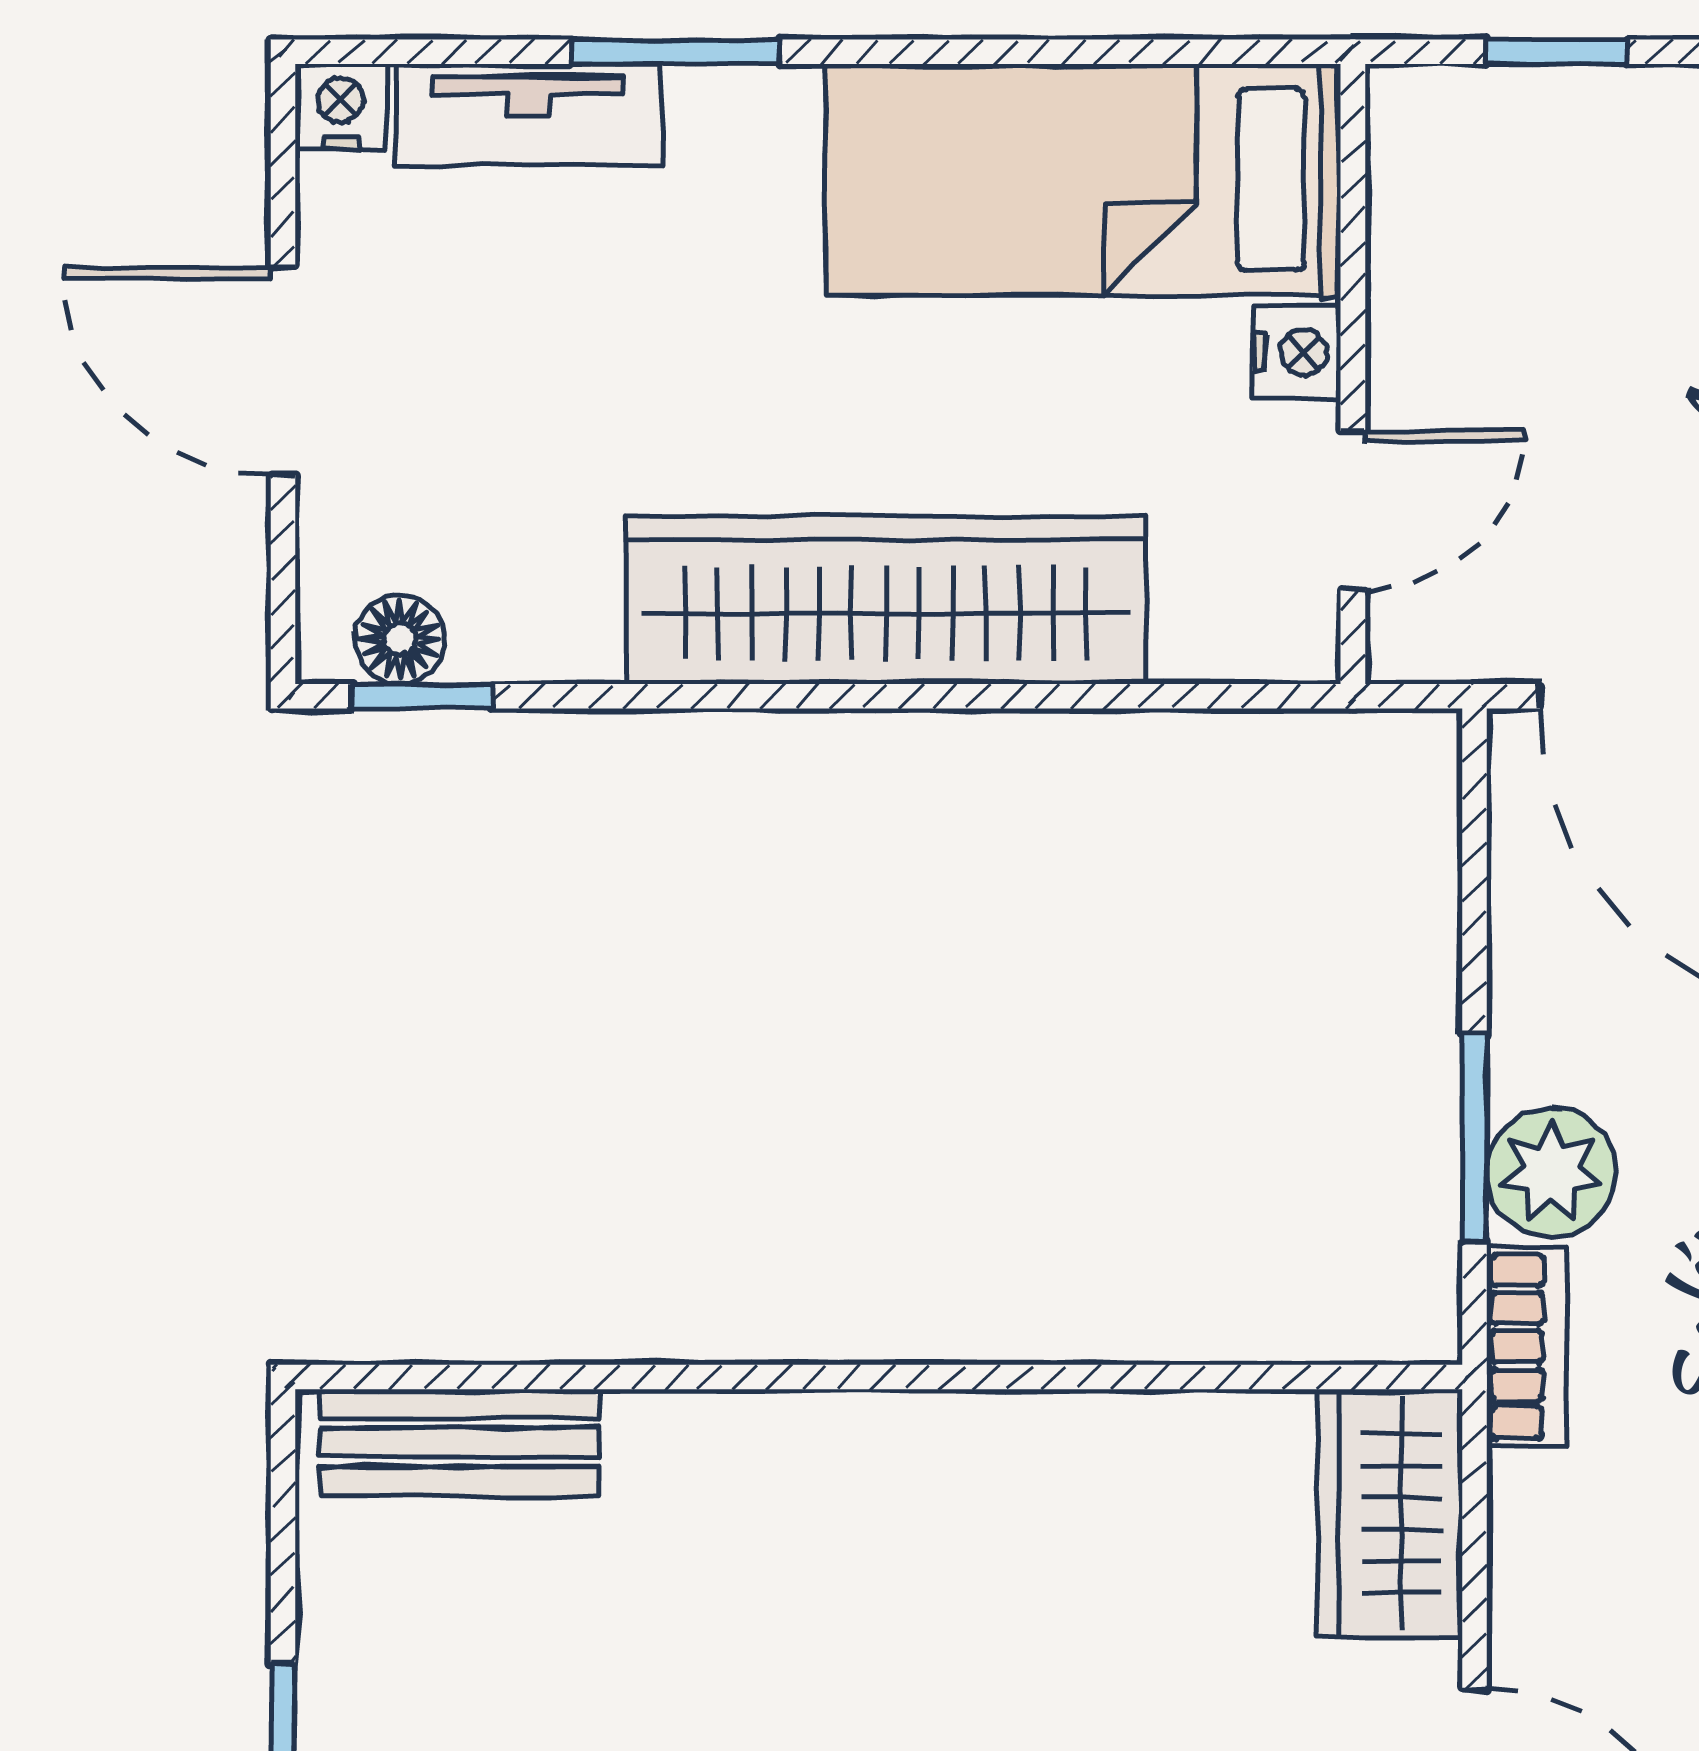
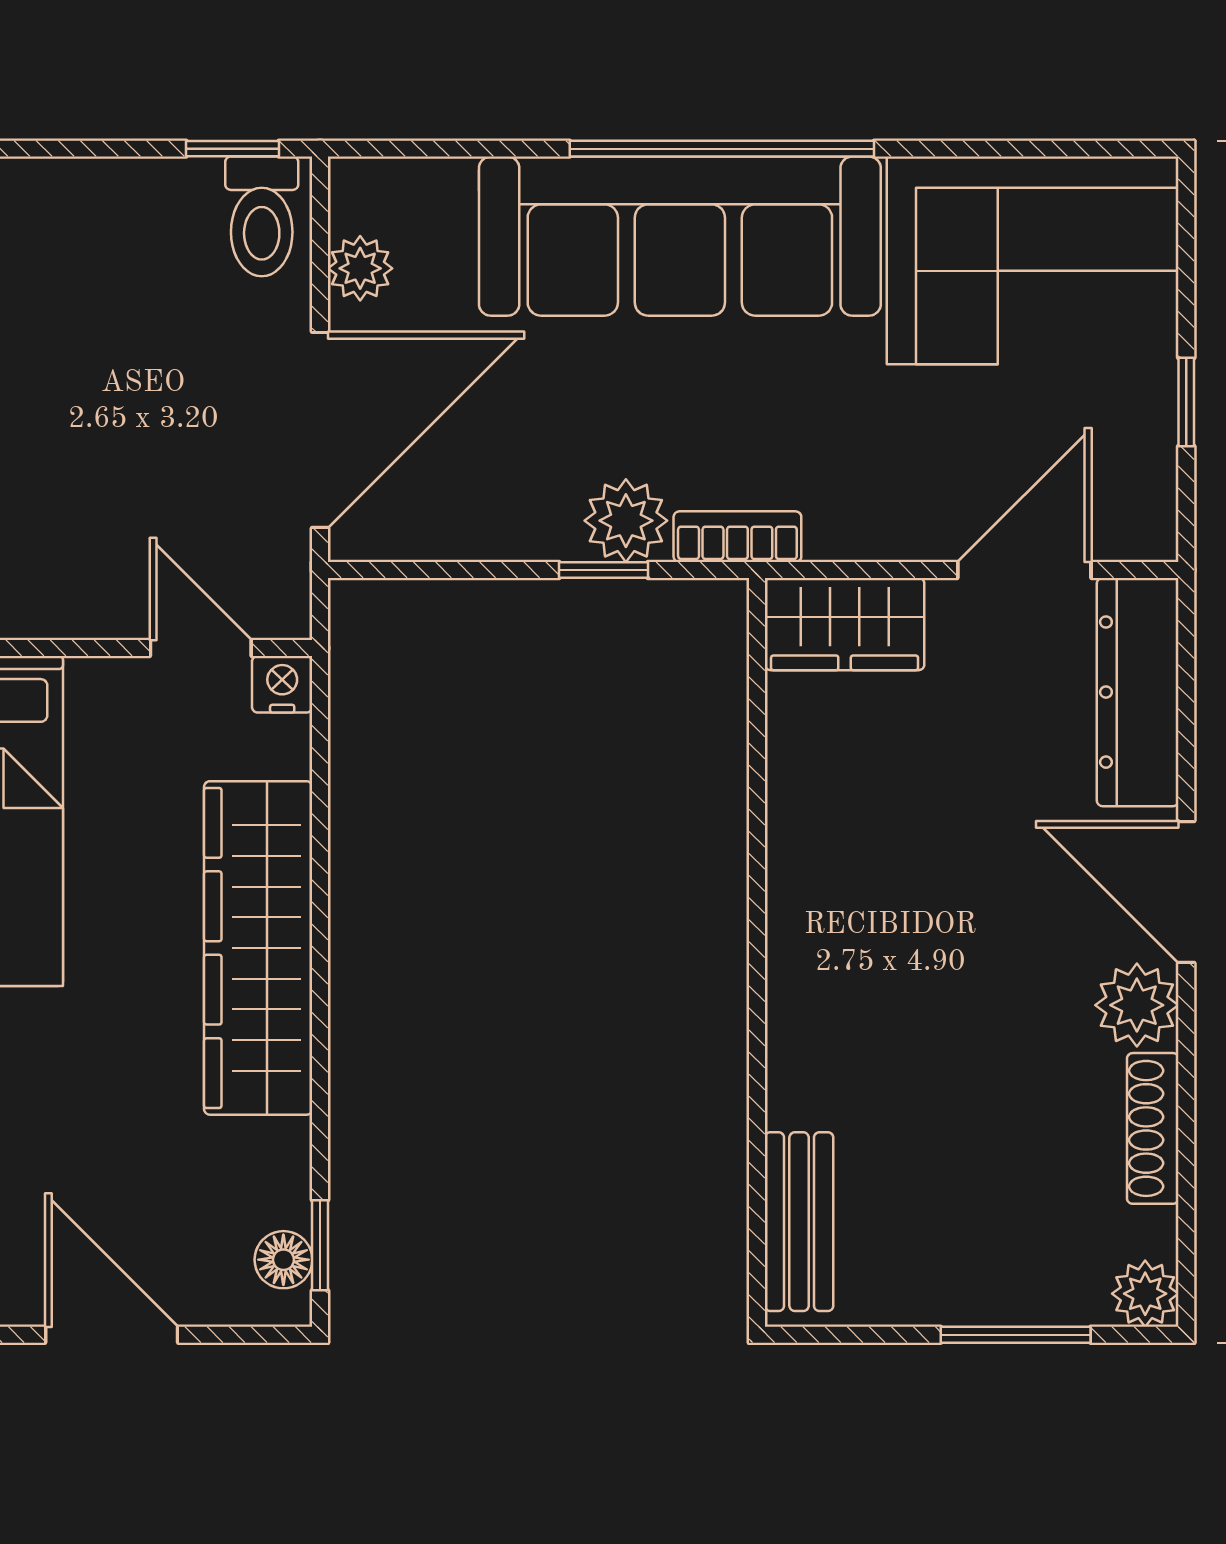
nightstand: (1297, 352) -> (282, 684), moved
door: (283, 371) -> (112, 1335), swing flipped
window: (1474, 1138) -> (604, 570), width x0.67

